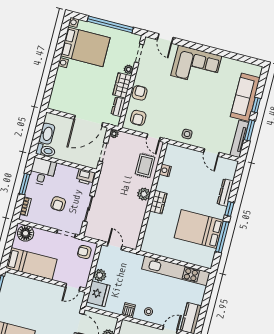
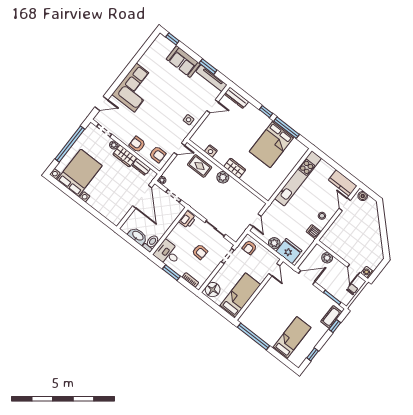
sofa: (245, 97) -> (183, 62), width x0.73
window: (256, 105) -> (172, 39), moved
dresser: (225, 193) -> (236, 98), moved
door: (115, 246) -> (255, 220), swing flipped

